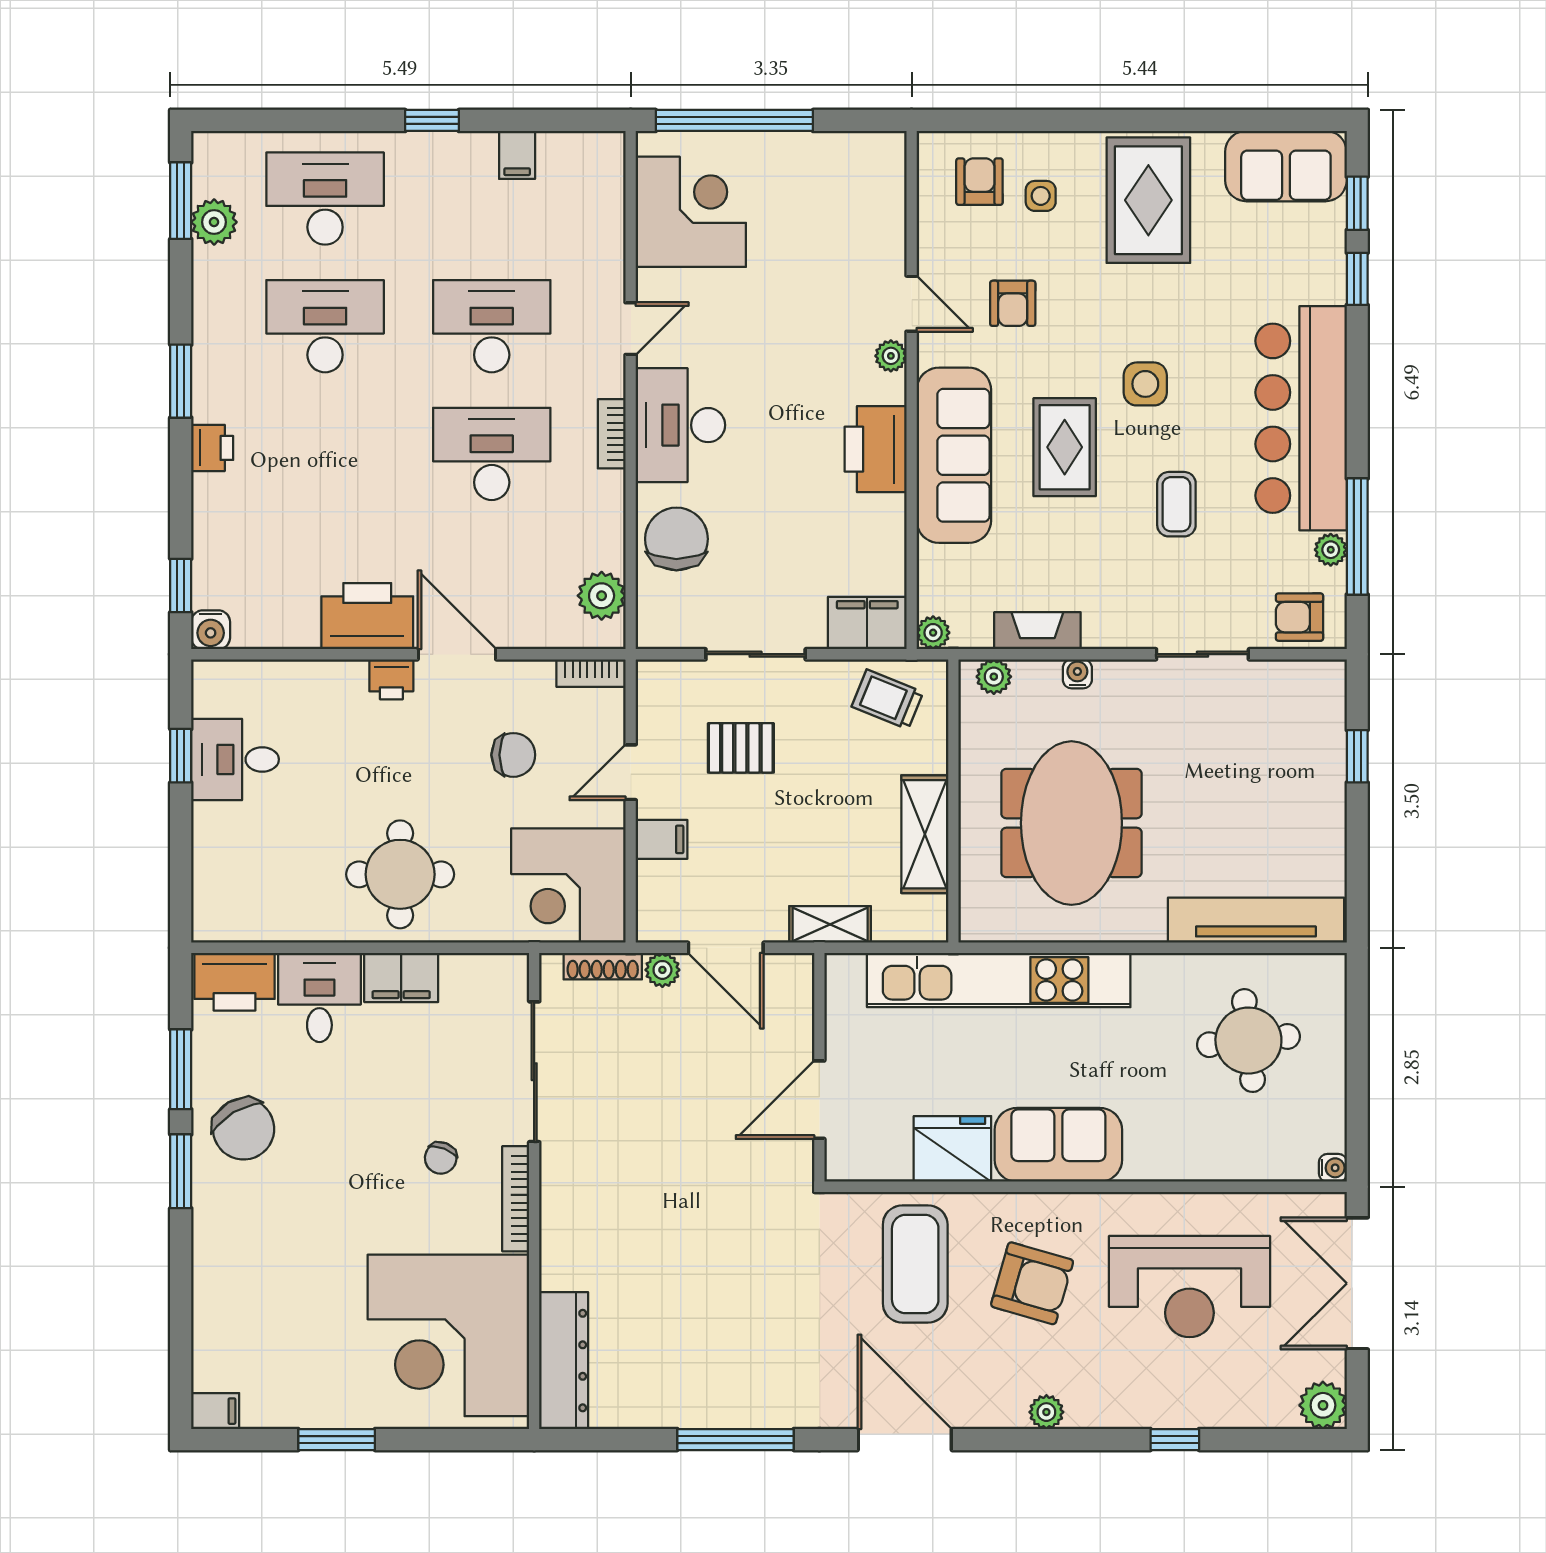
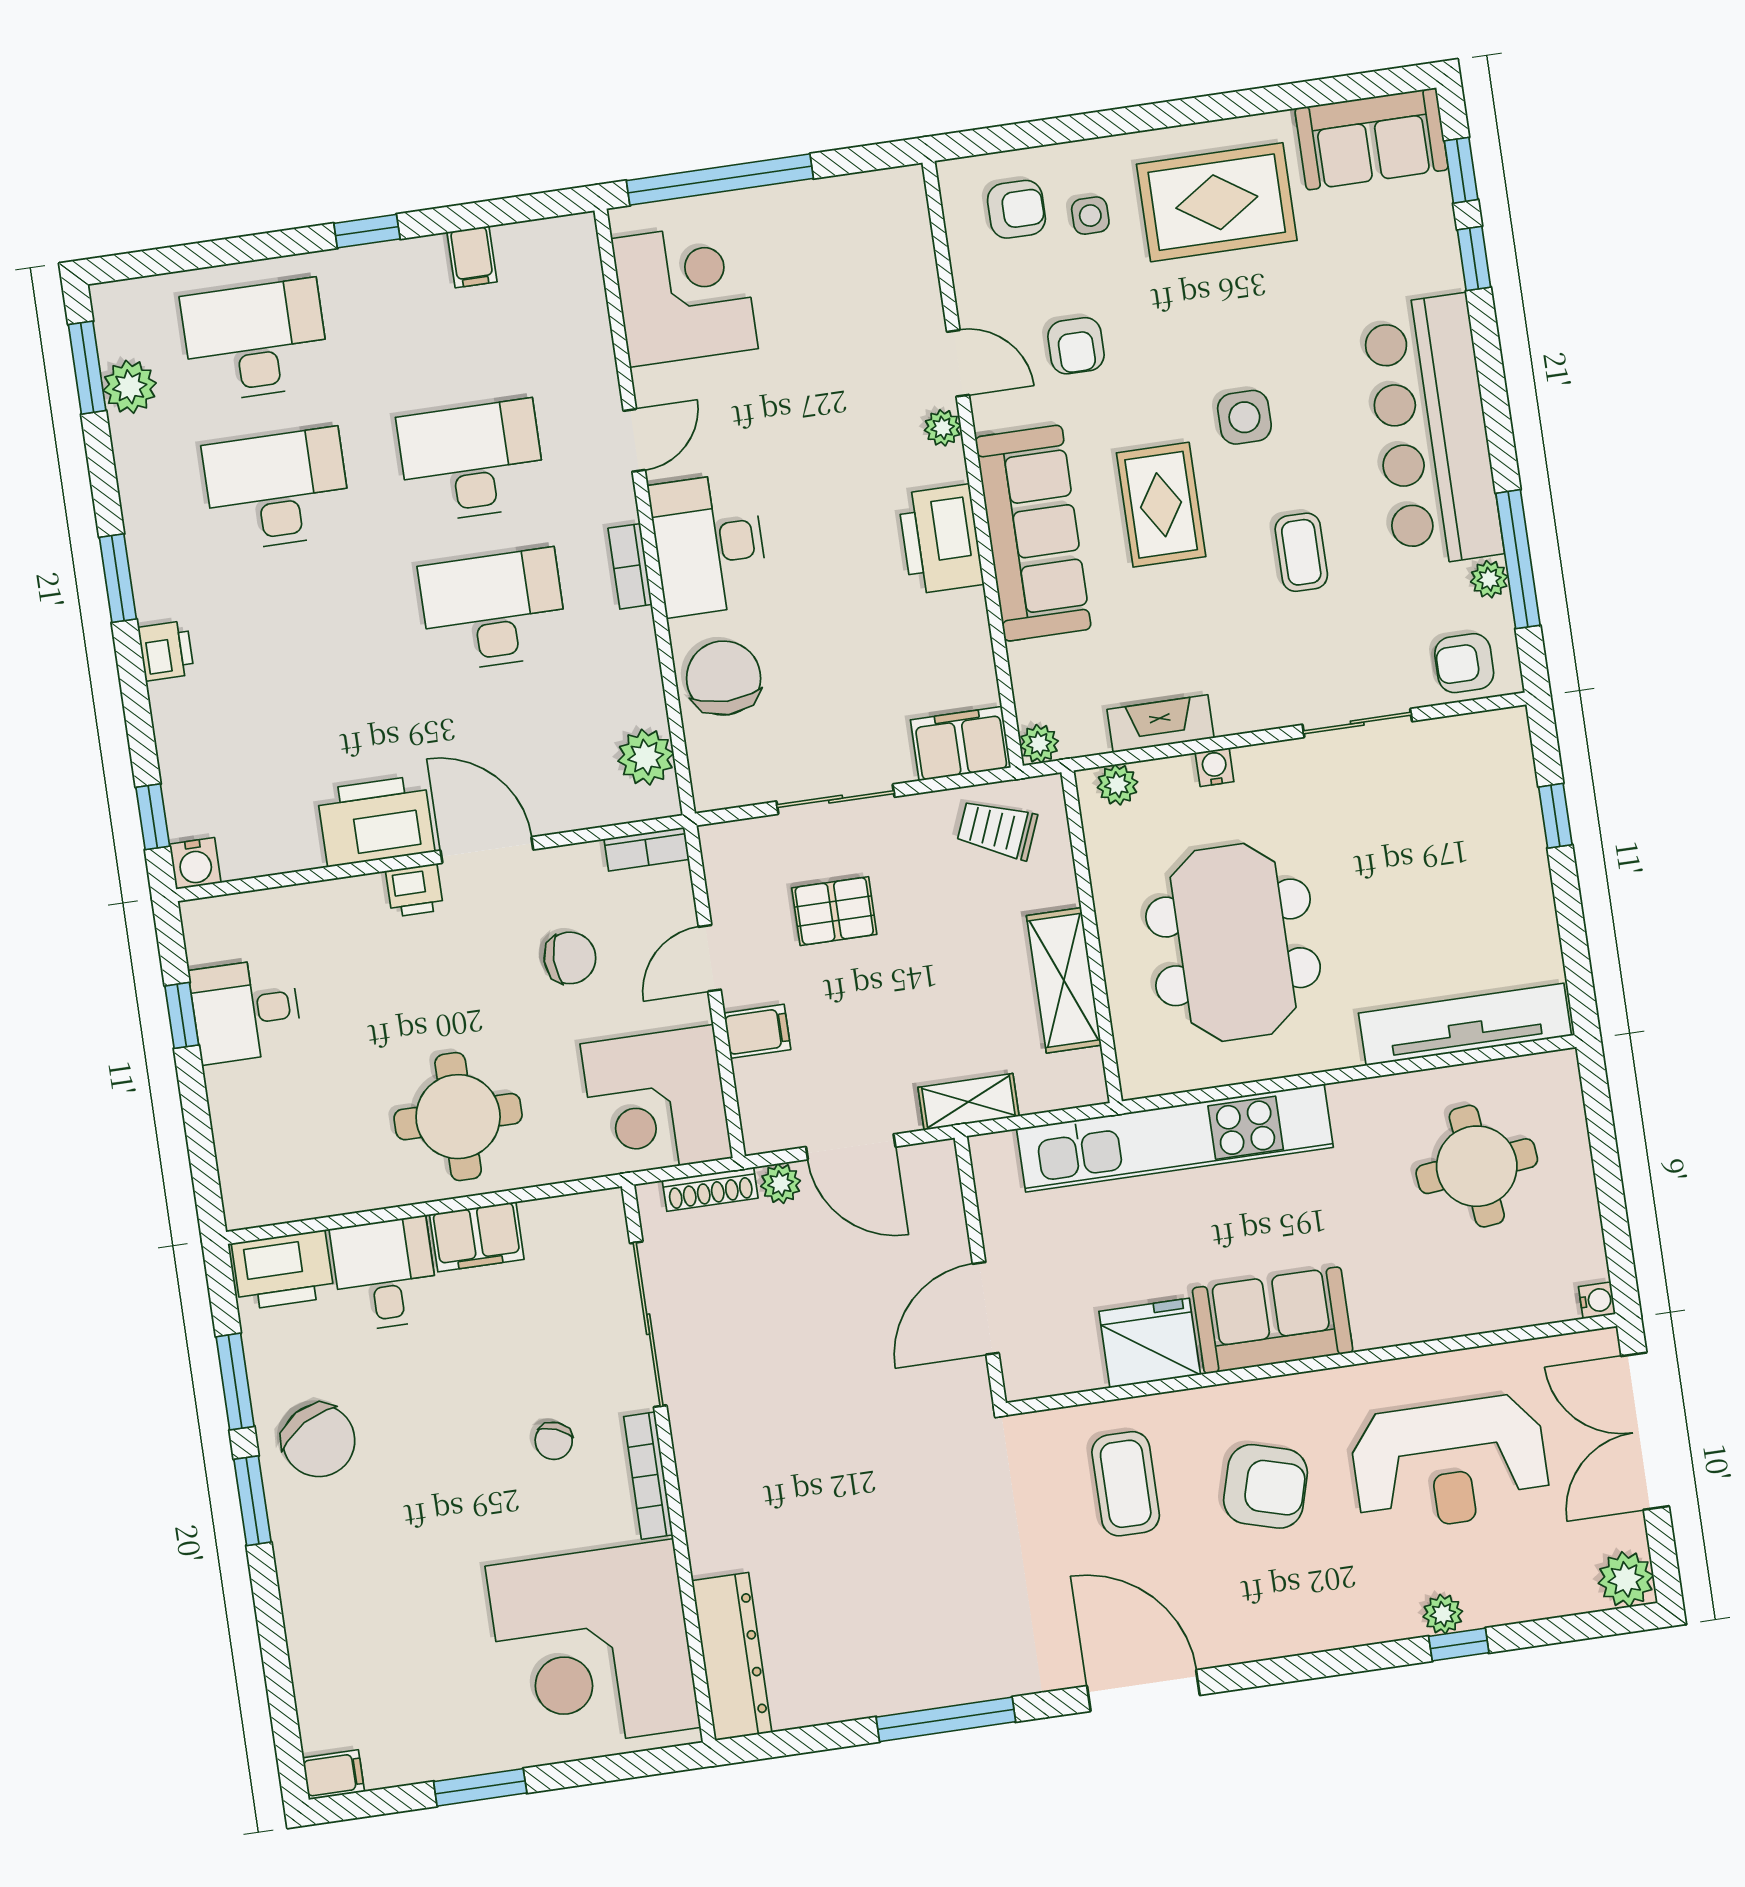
armchair: (979, 182) -> (1016, 209), turned 90
rug: (1148, 200) -> (1217, 202), turned 90
coffee table: (915, 1264) -> (1126, 1484), width x0.73, depth x0.76
plant: (1046, 1412) -> (1443, 1614), moved

